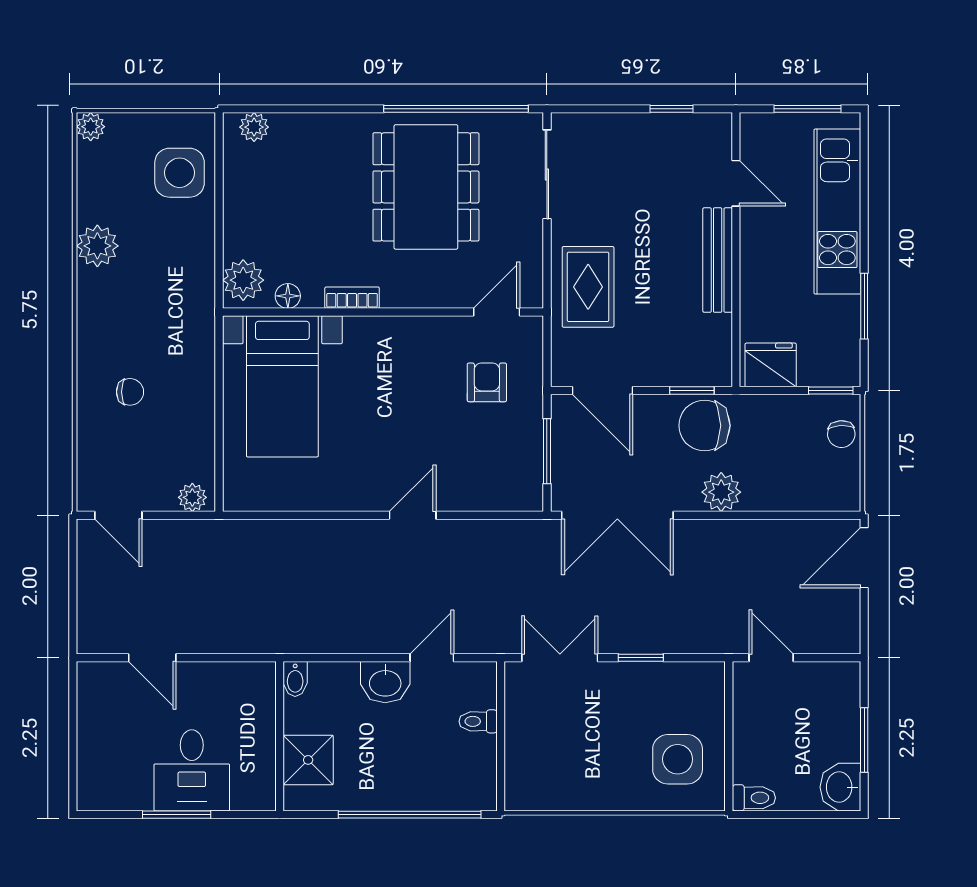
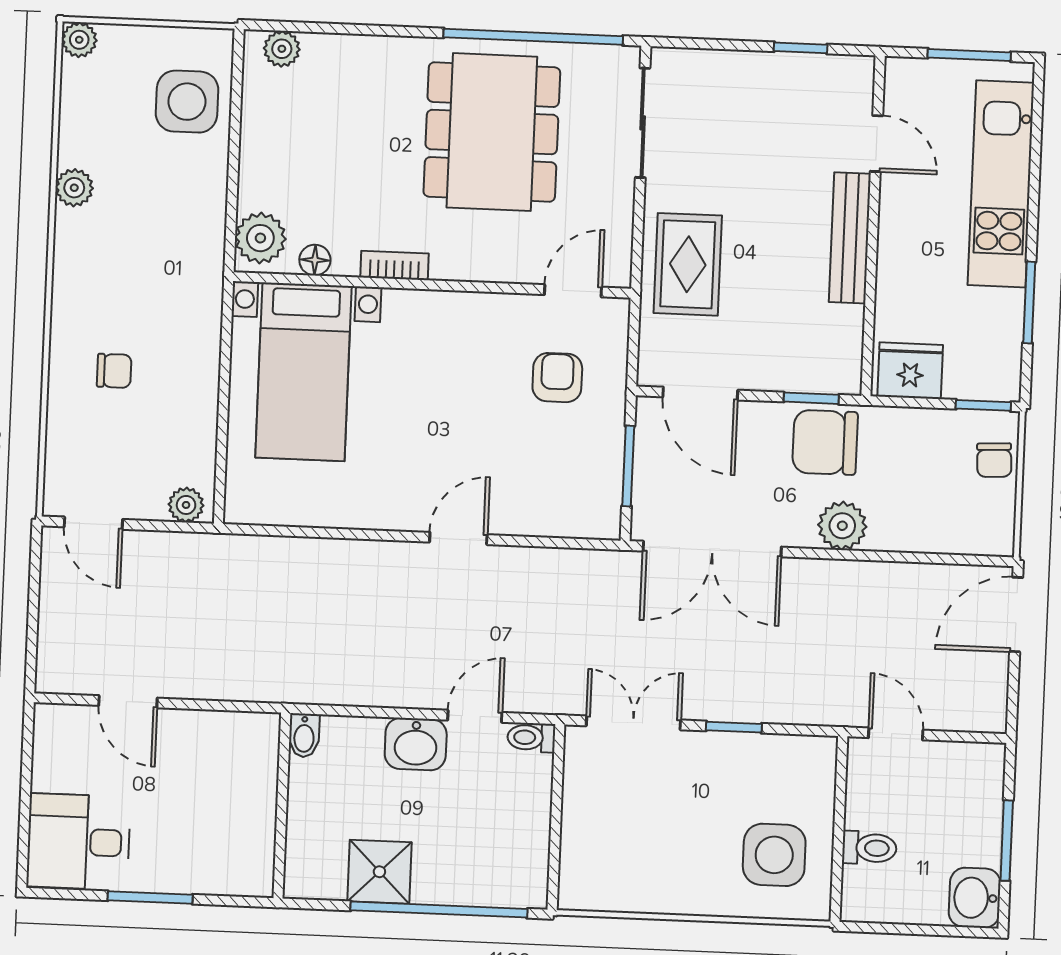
plant: (97, 246) -> (74, 188), width x0.73, depth x0.73
toilet: (478, 721) -> (531, 738), moved
shower: (308, 760) -> (379, 872), moved
desk: (192, 770) -> (78, 842), moved, turned 90
toilet: (754, 798) -> (869, 848), moved

